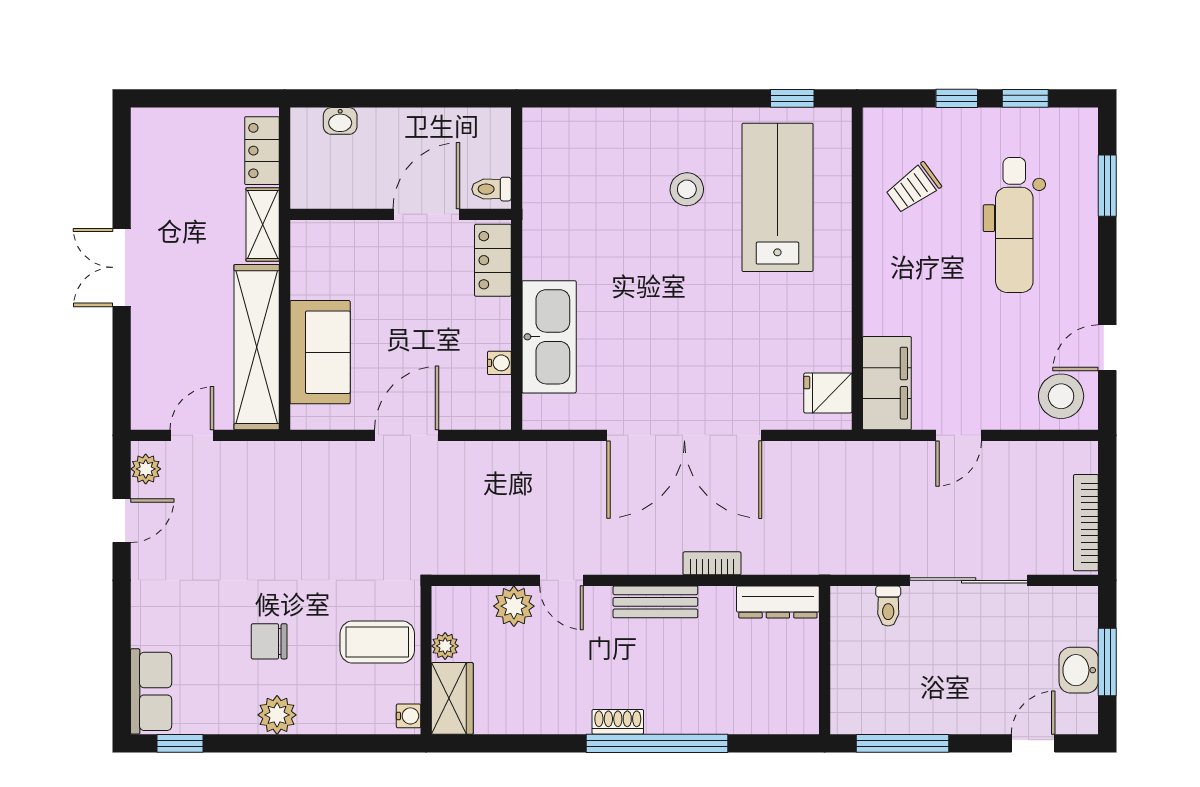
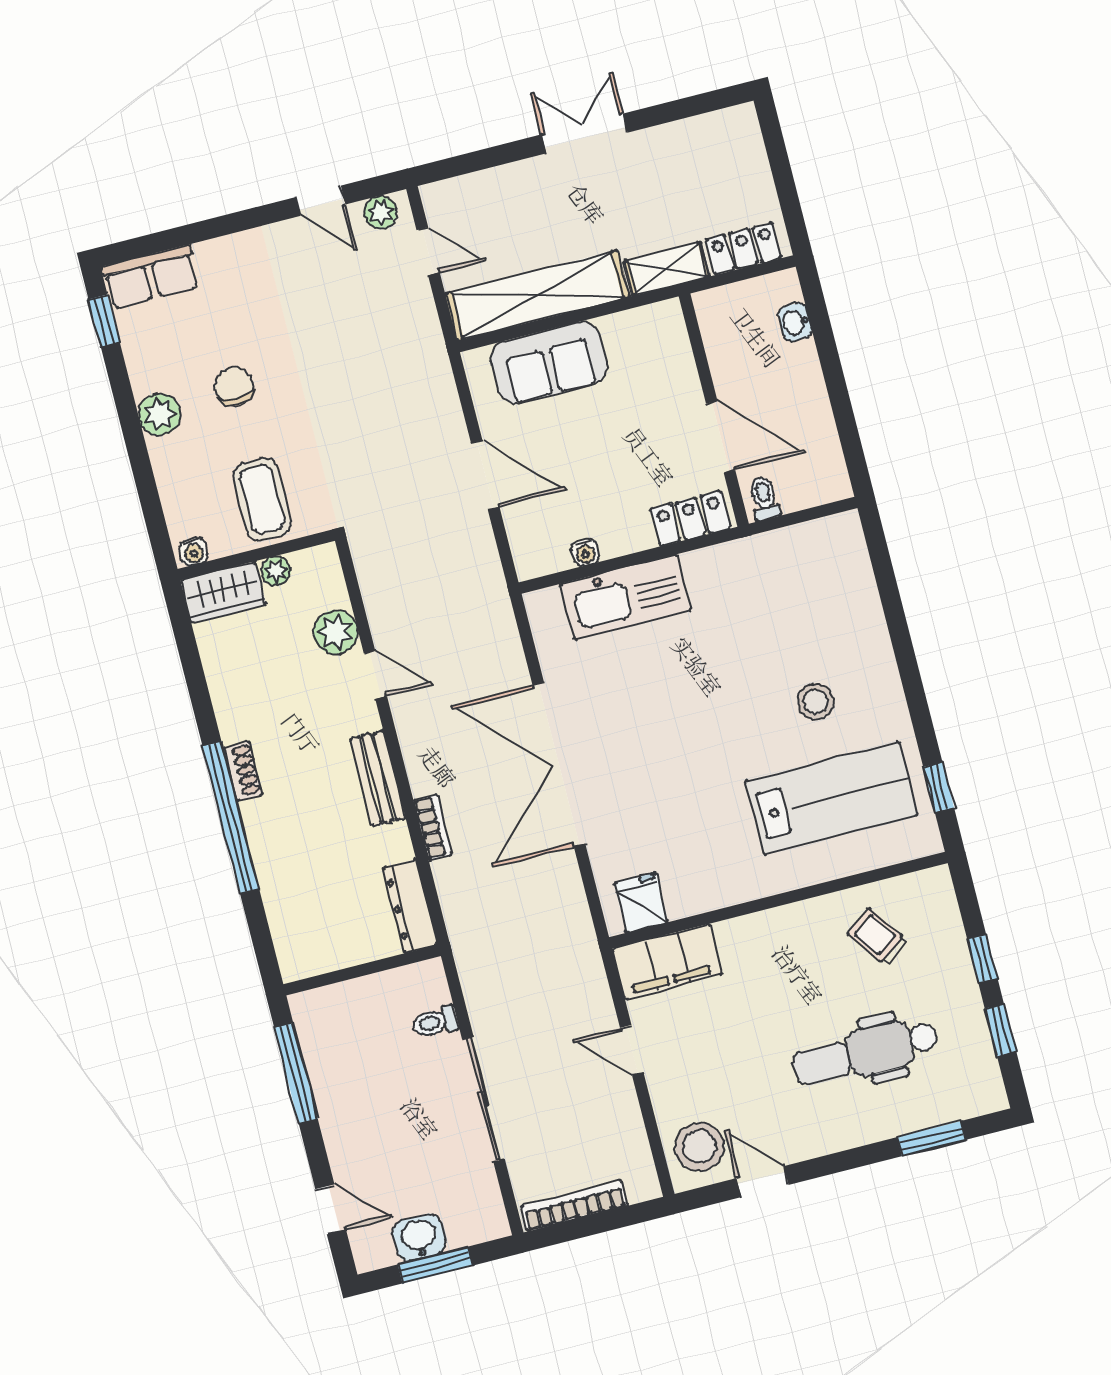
door: (561, 580) -> (375, 675), swing flipped

